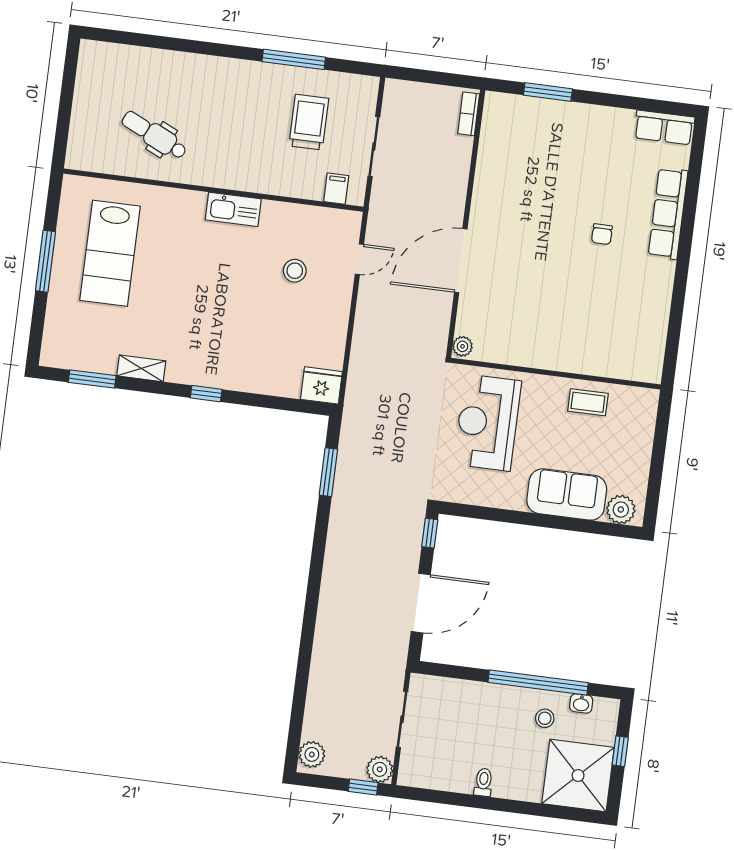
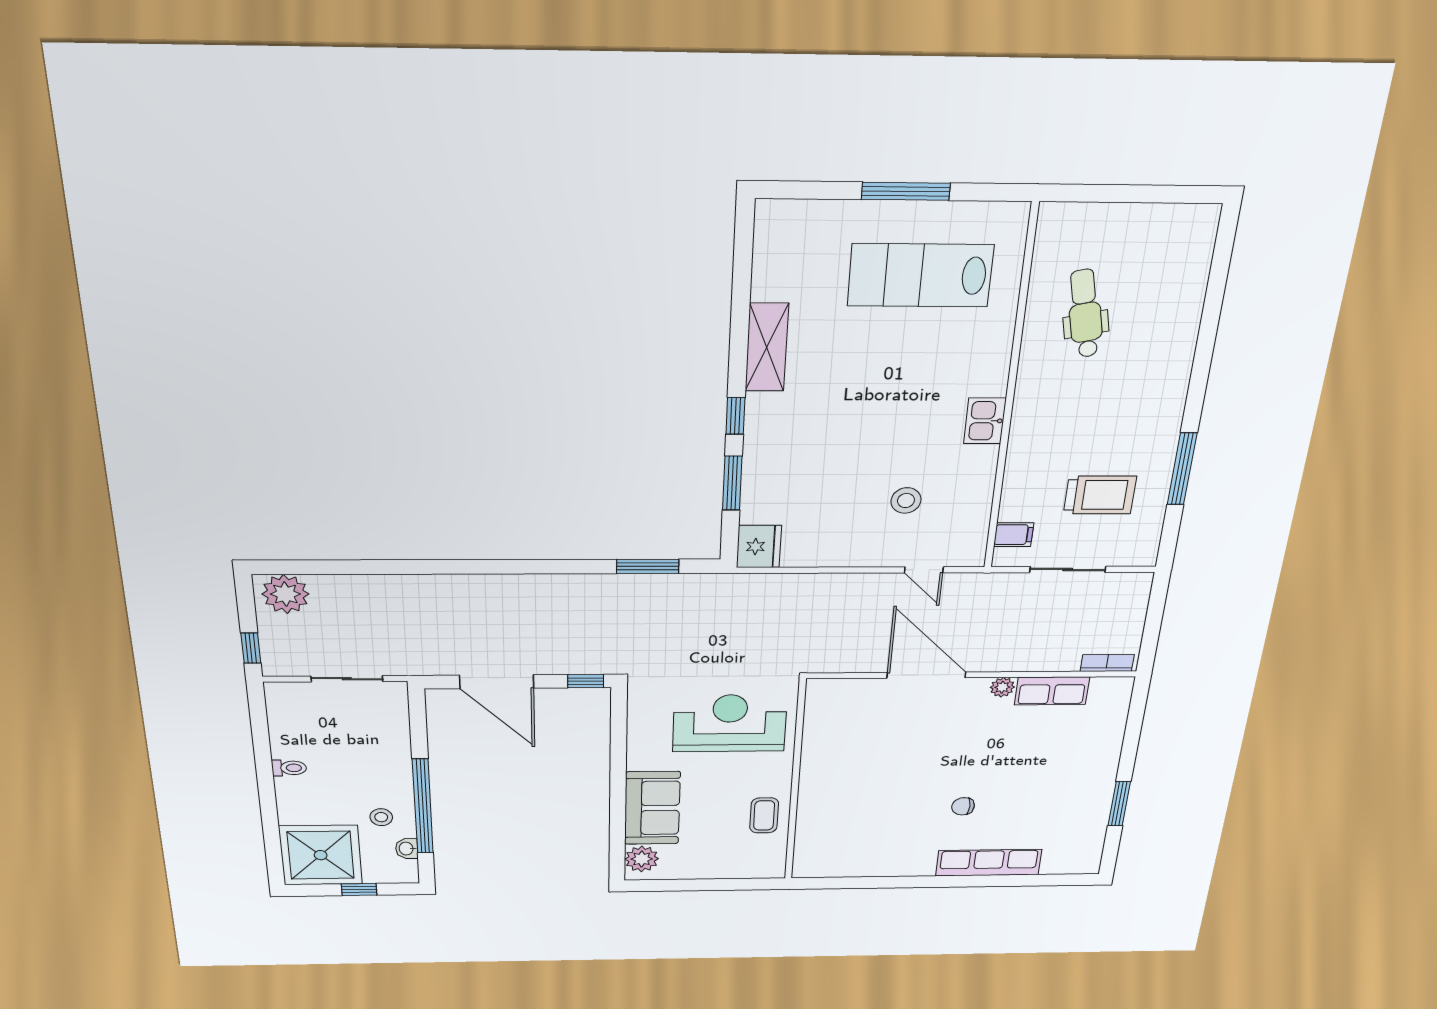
window: (548, 92) -> (1119, 804), moved
row of seats: (664, 127) -> (1052, 691), moved, turned -90
dental chair: (154, 135) -> (1085, 314), turned -37
kitchen sink: (233, 209) -> (985, 421), width x0.73
plant: (462, 346) -> (1002, 687), moved
shelving: (141, 368) -> (767, 347), width x1.50, depth x1.33
window: (92, 379) -> (732, 483), moved
plant: (312, 754) -> (285, 594), width x1.36, depth x1.36
plant: (380, 769) -> (278, 663), removed

